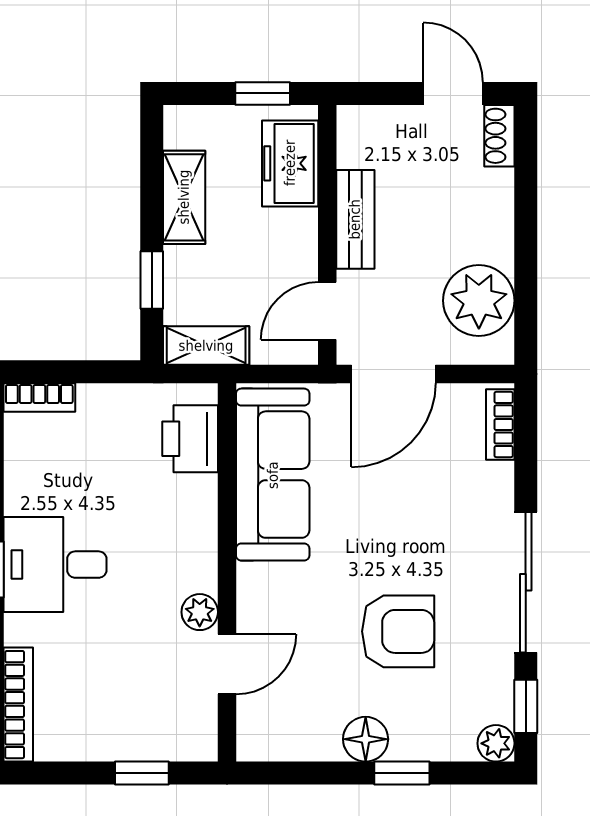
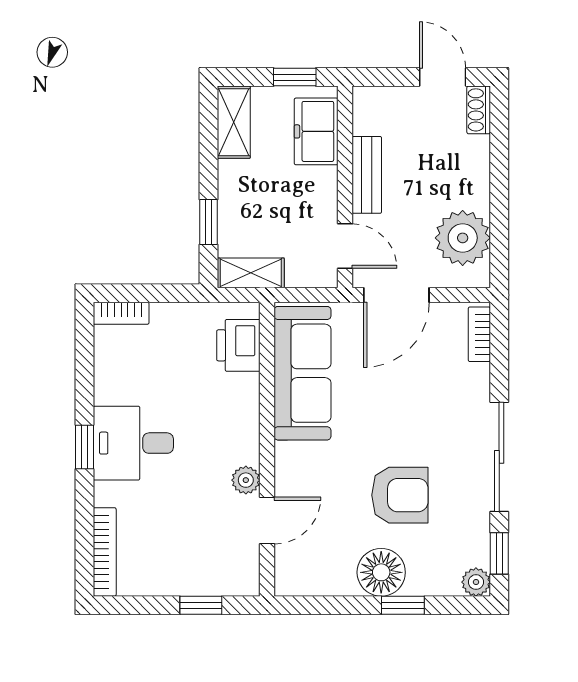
shelving: (184, 197) -> (234, 122), moved
door: (327, 311) -> (345, 246), swing flipped
floor lamp: (366, 739) -> (381, 572), width x1.38, depth x1.38

